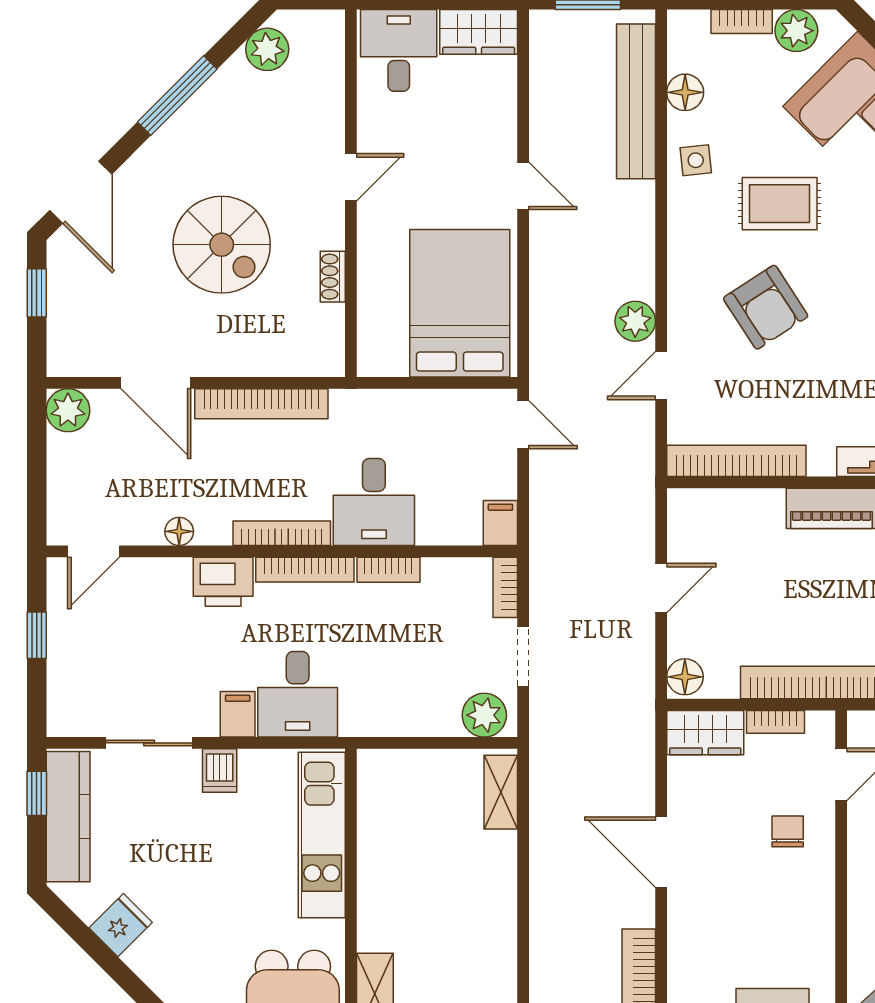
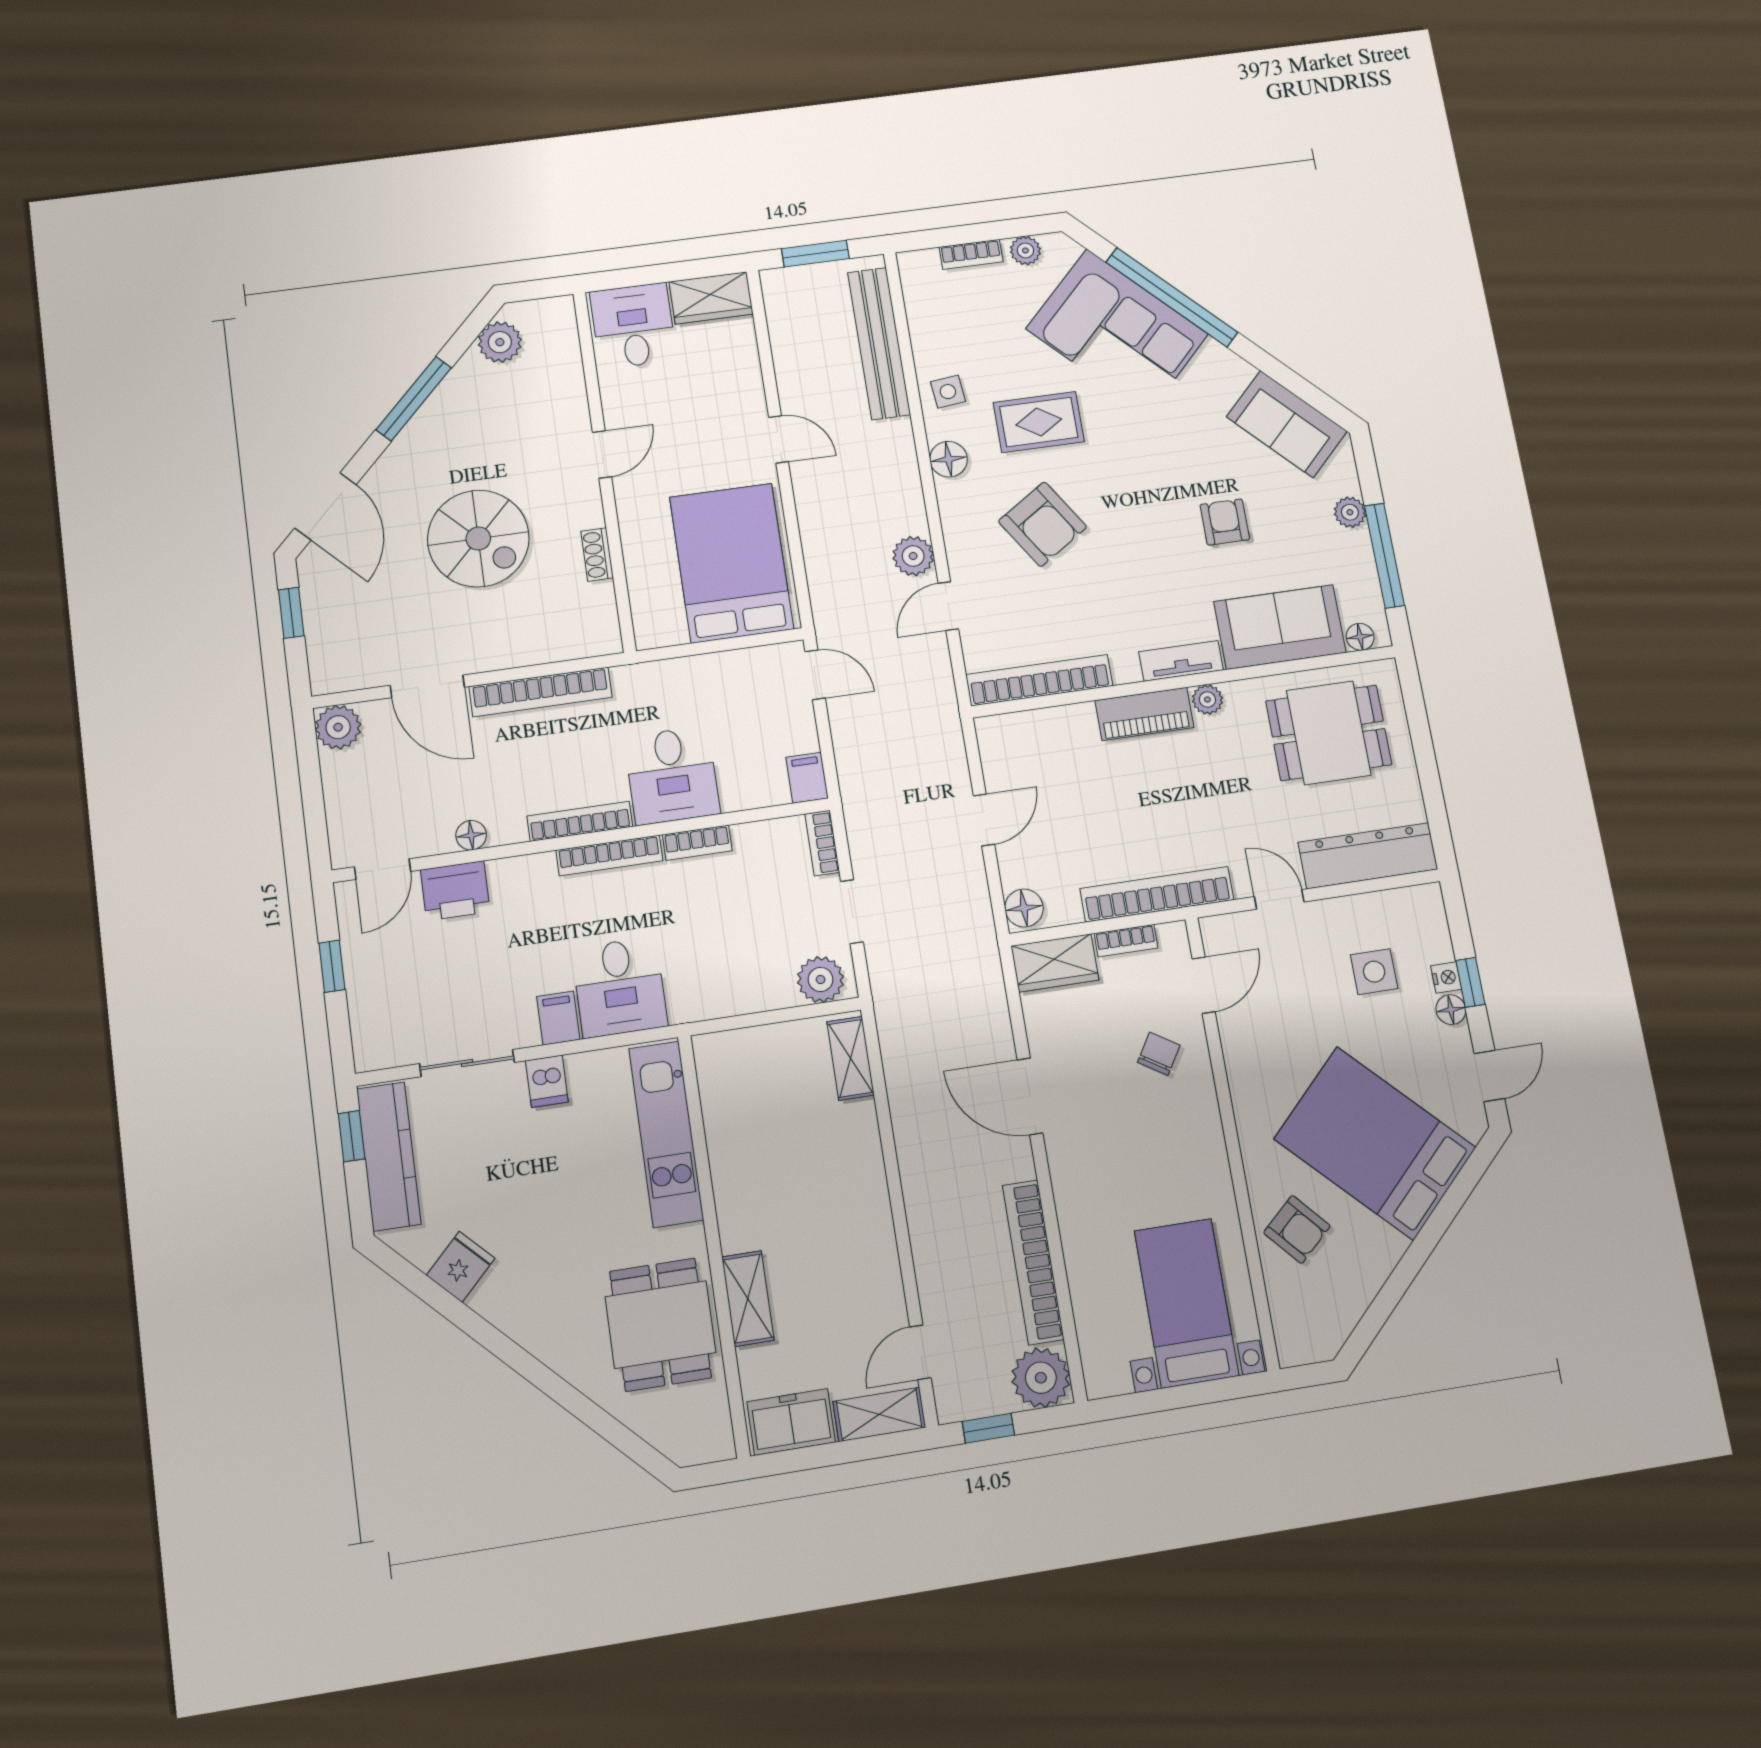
plant: (796, 31) -> (1025, 250), width x0.73, depth x0.73
floor lamp: (685, 92) -> (949, 459), moved
printer: (223, 582) -> (455, 891), moved
chair: (788, 831) -> (1159, 1054), turned 32

